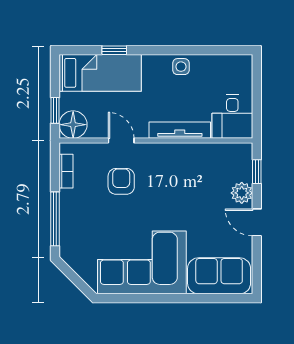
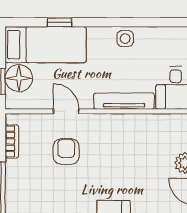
floor lamp: (73, 125) -> (19, 78), moved

